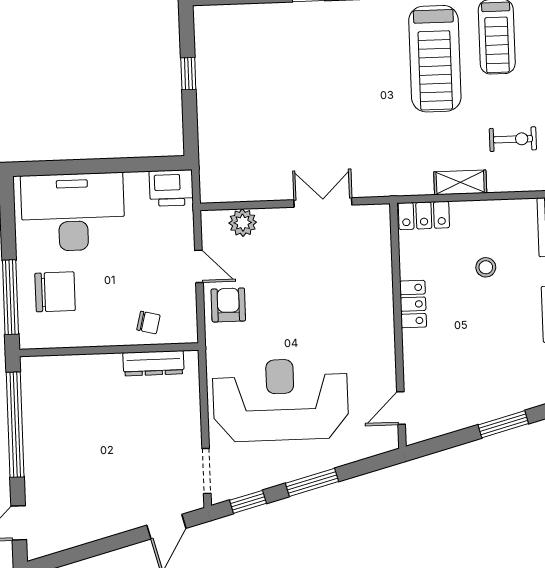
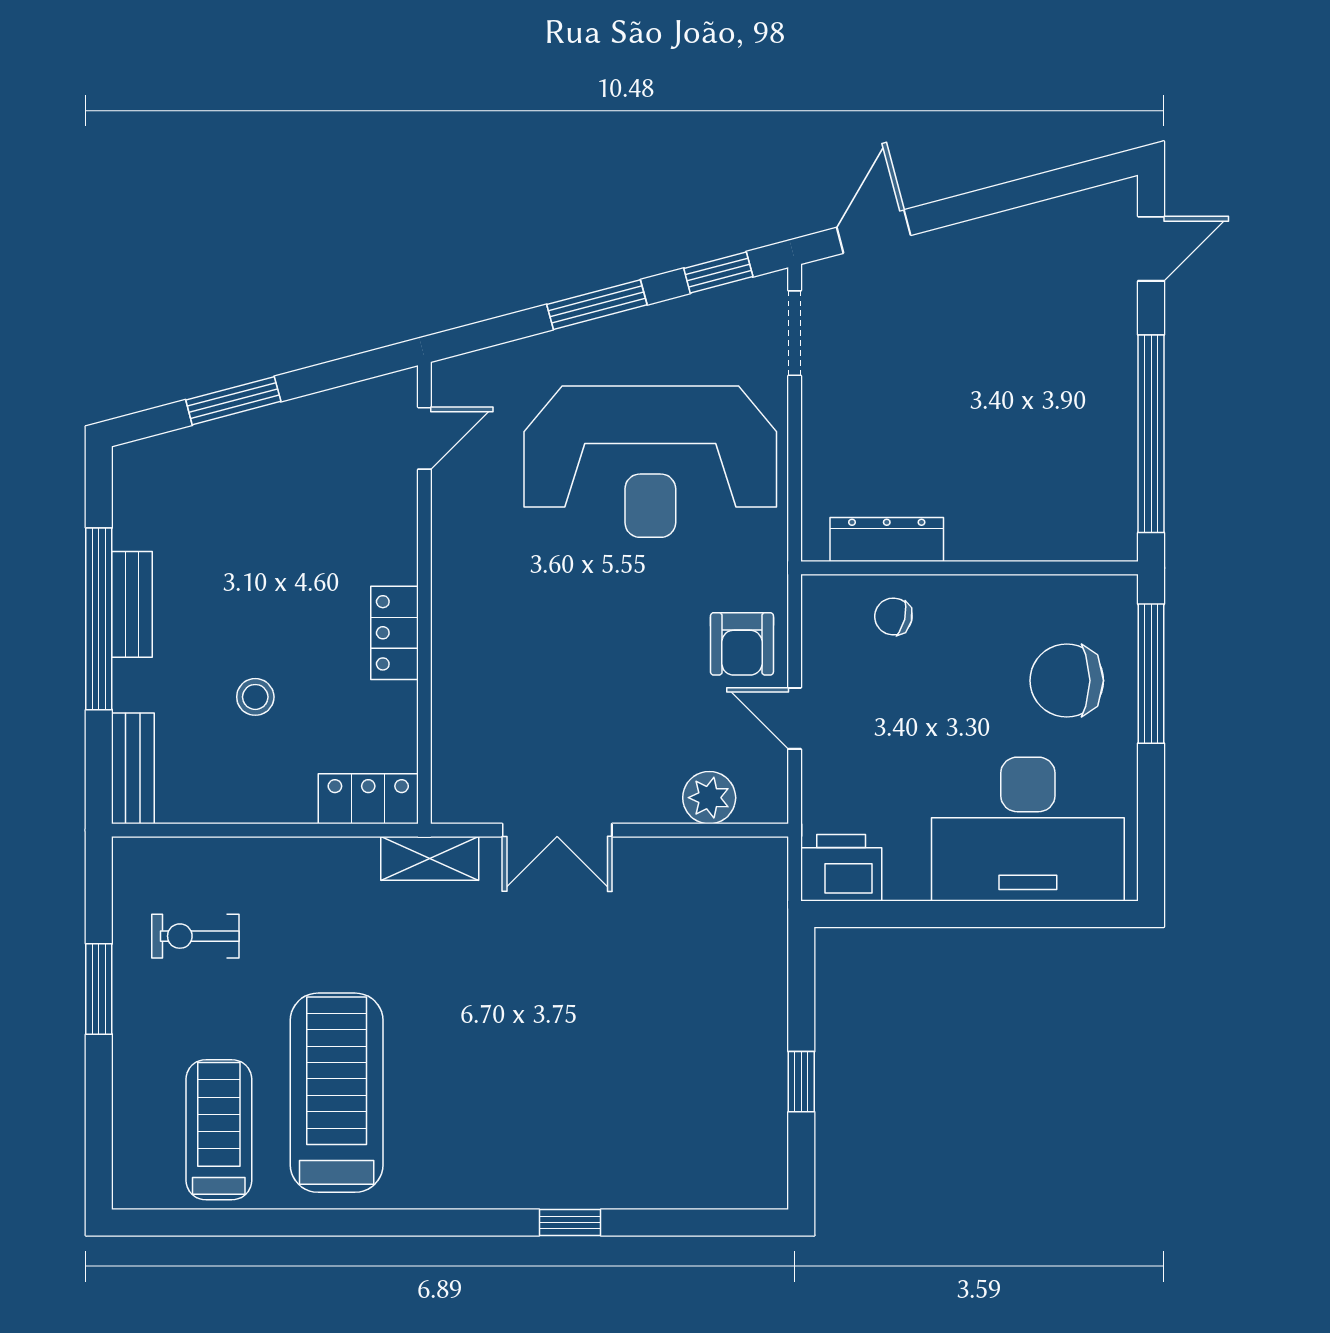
shelving: (460, 182) -> (430, 858), moved

